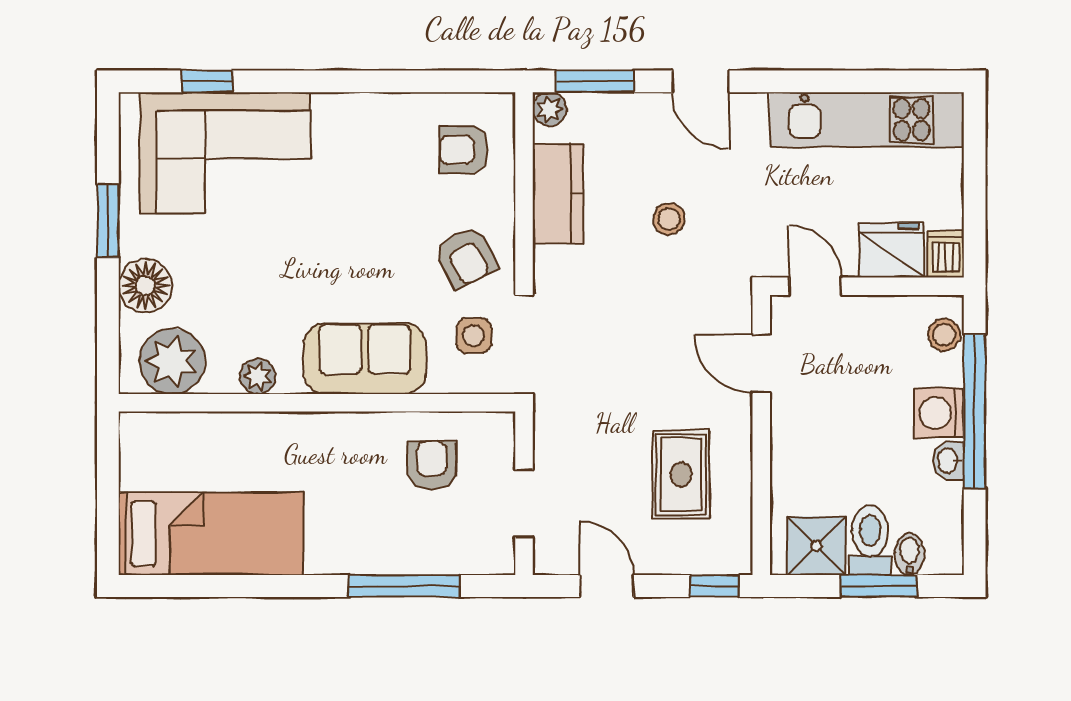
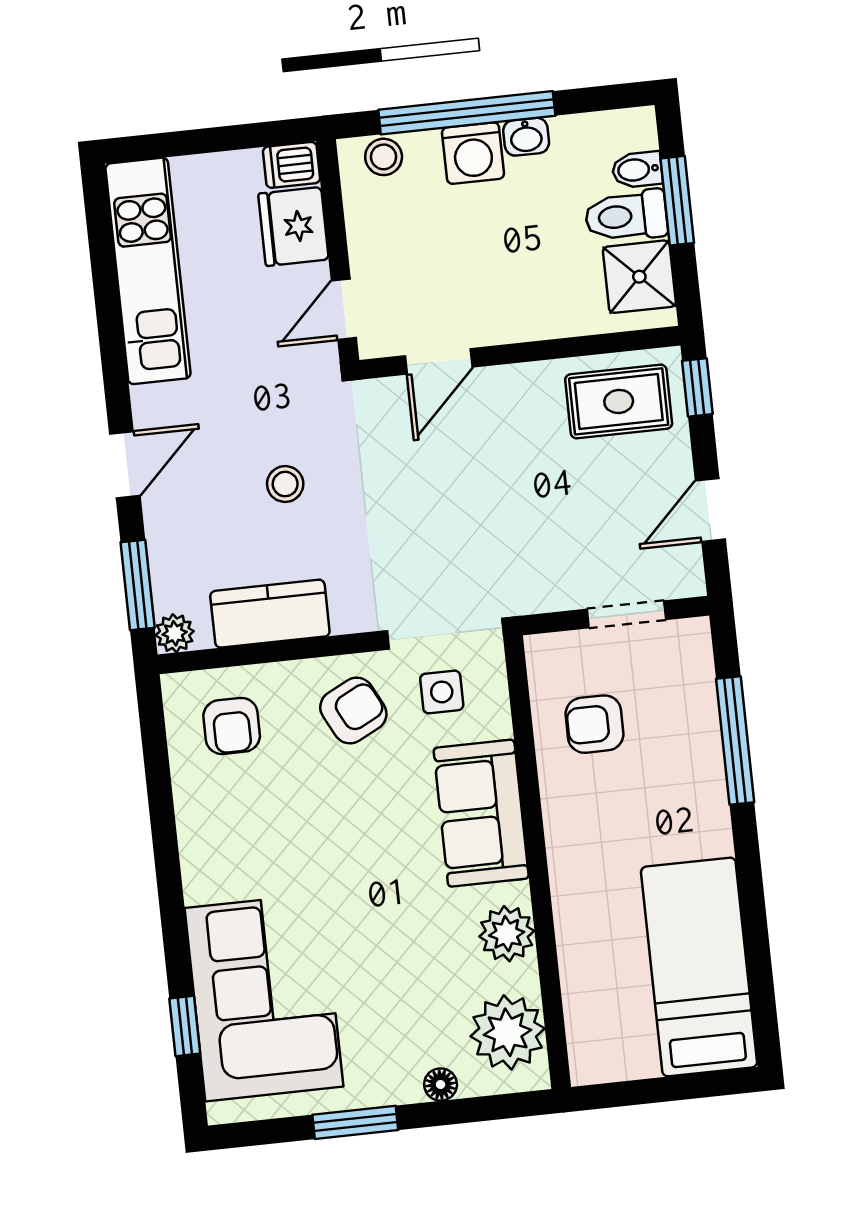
floor lamp: (145, 286) -> (441, 1085), width x0.53, depth x0.53
plant: (258, 376) -> (507, 934), width x1.38, depth x1.38
rug: (681, 475) -> (619, 401), moved

